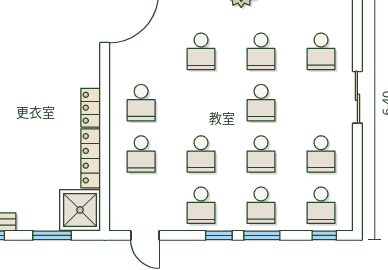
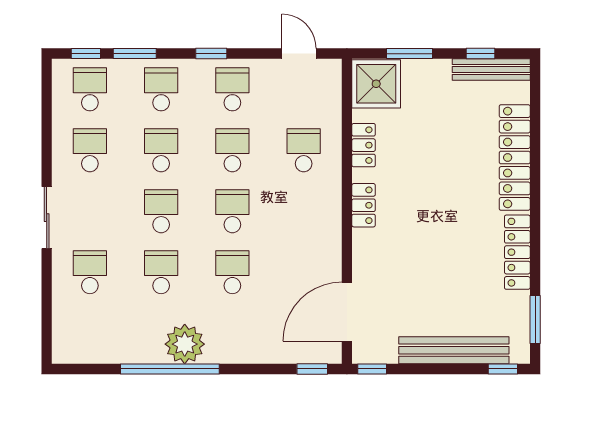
school desk: (141, 103) -> (232, 211), moved
locker: (91, 158) -> (364, 145), width x0.66
window: (262, 235) -> (135, 54), moved

